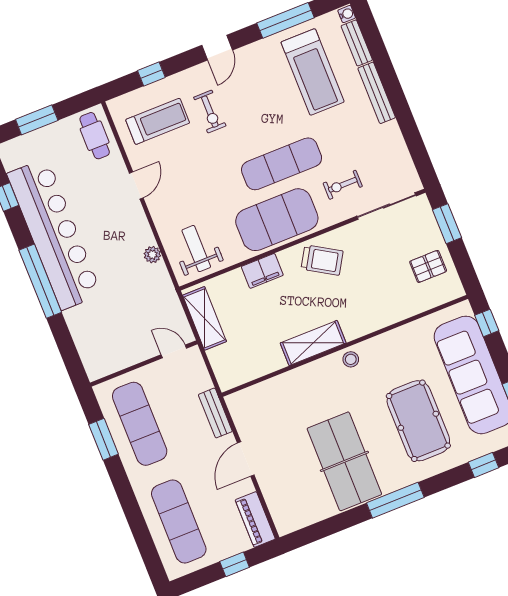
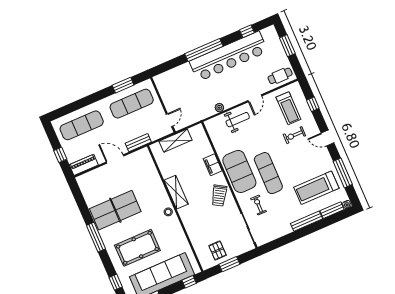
door: (136, 185) -> (255, 98), hinge flipped
window: (447, 224) -> (229, 264), moved
weight bench: (196, 249) -> (238, 120), moved
shelving: (205, 318) -> (176, 141), moved

